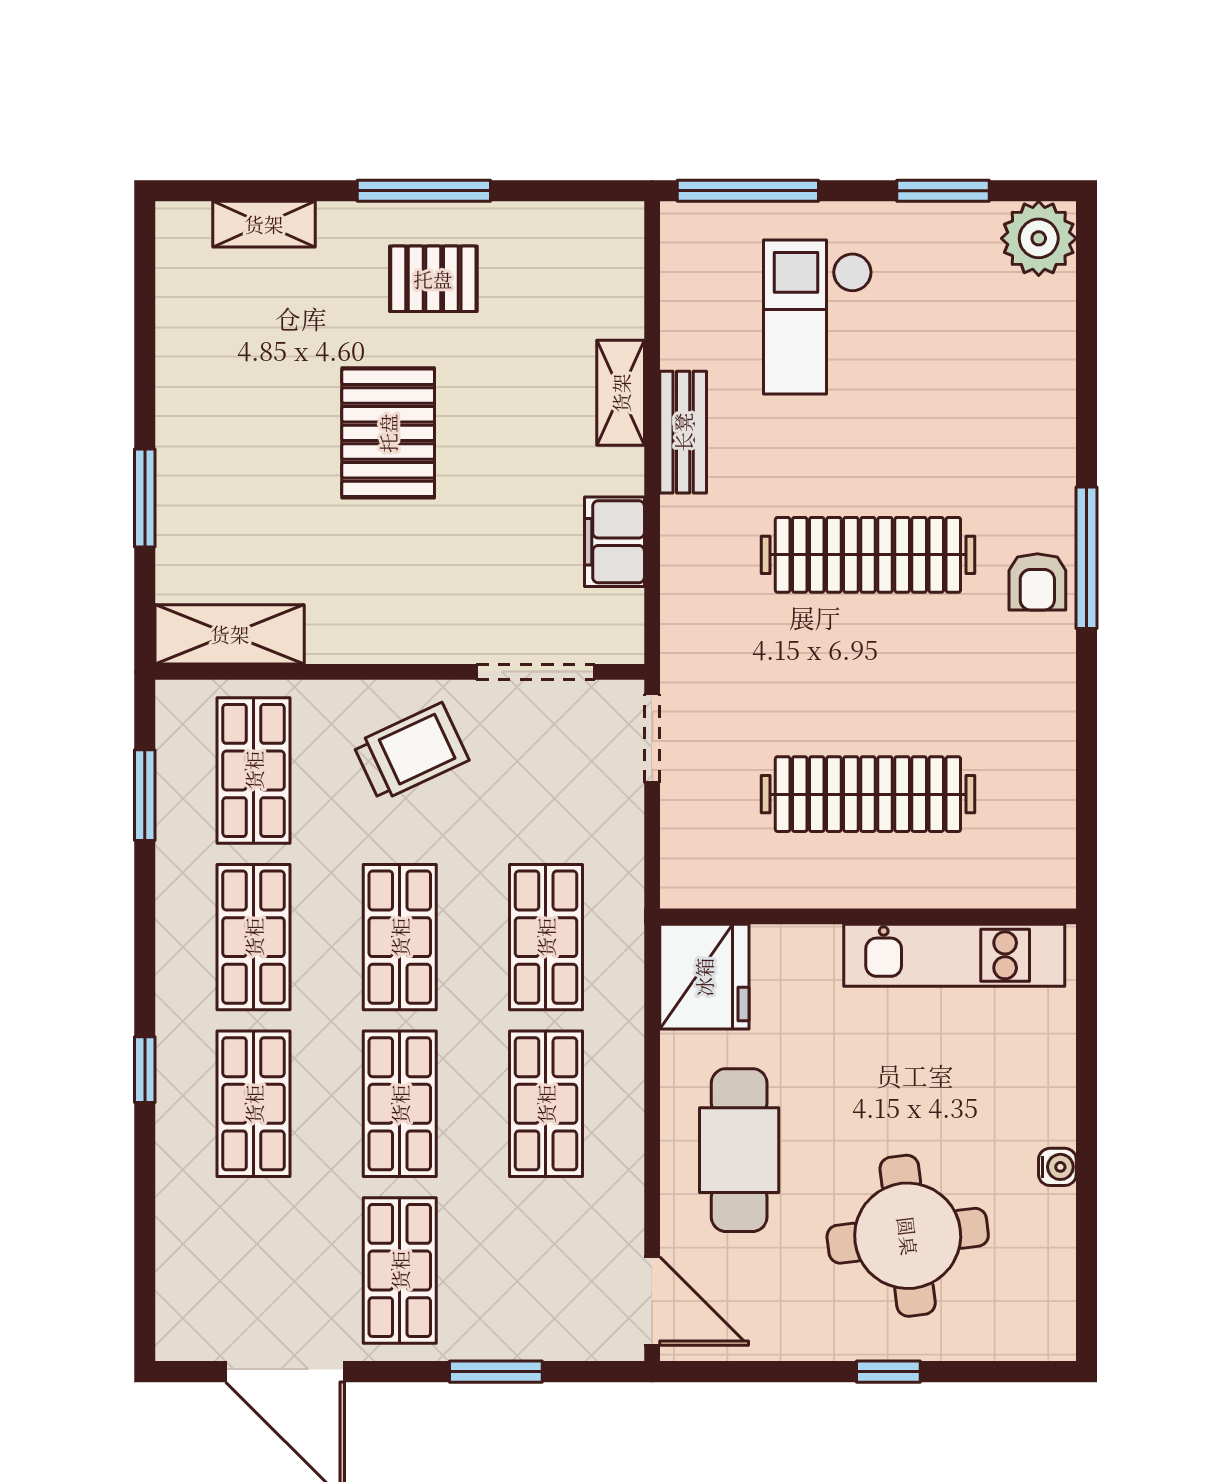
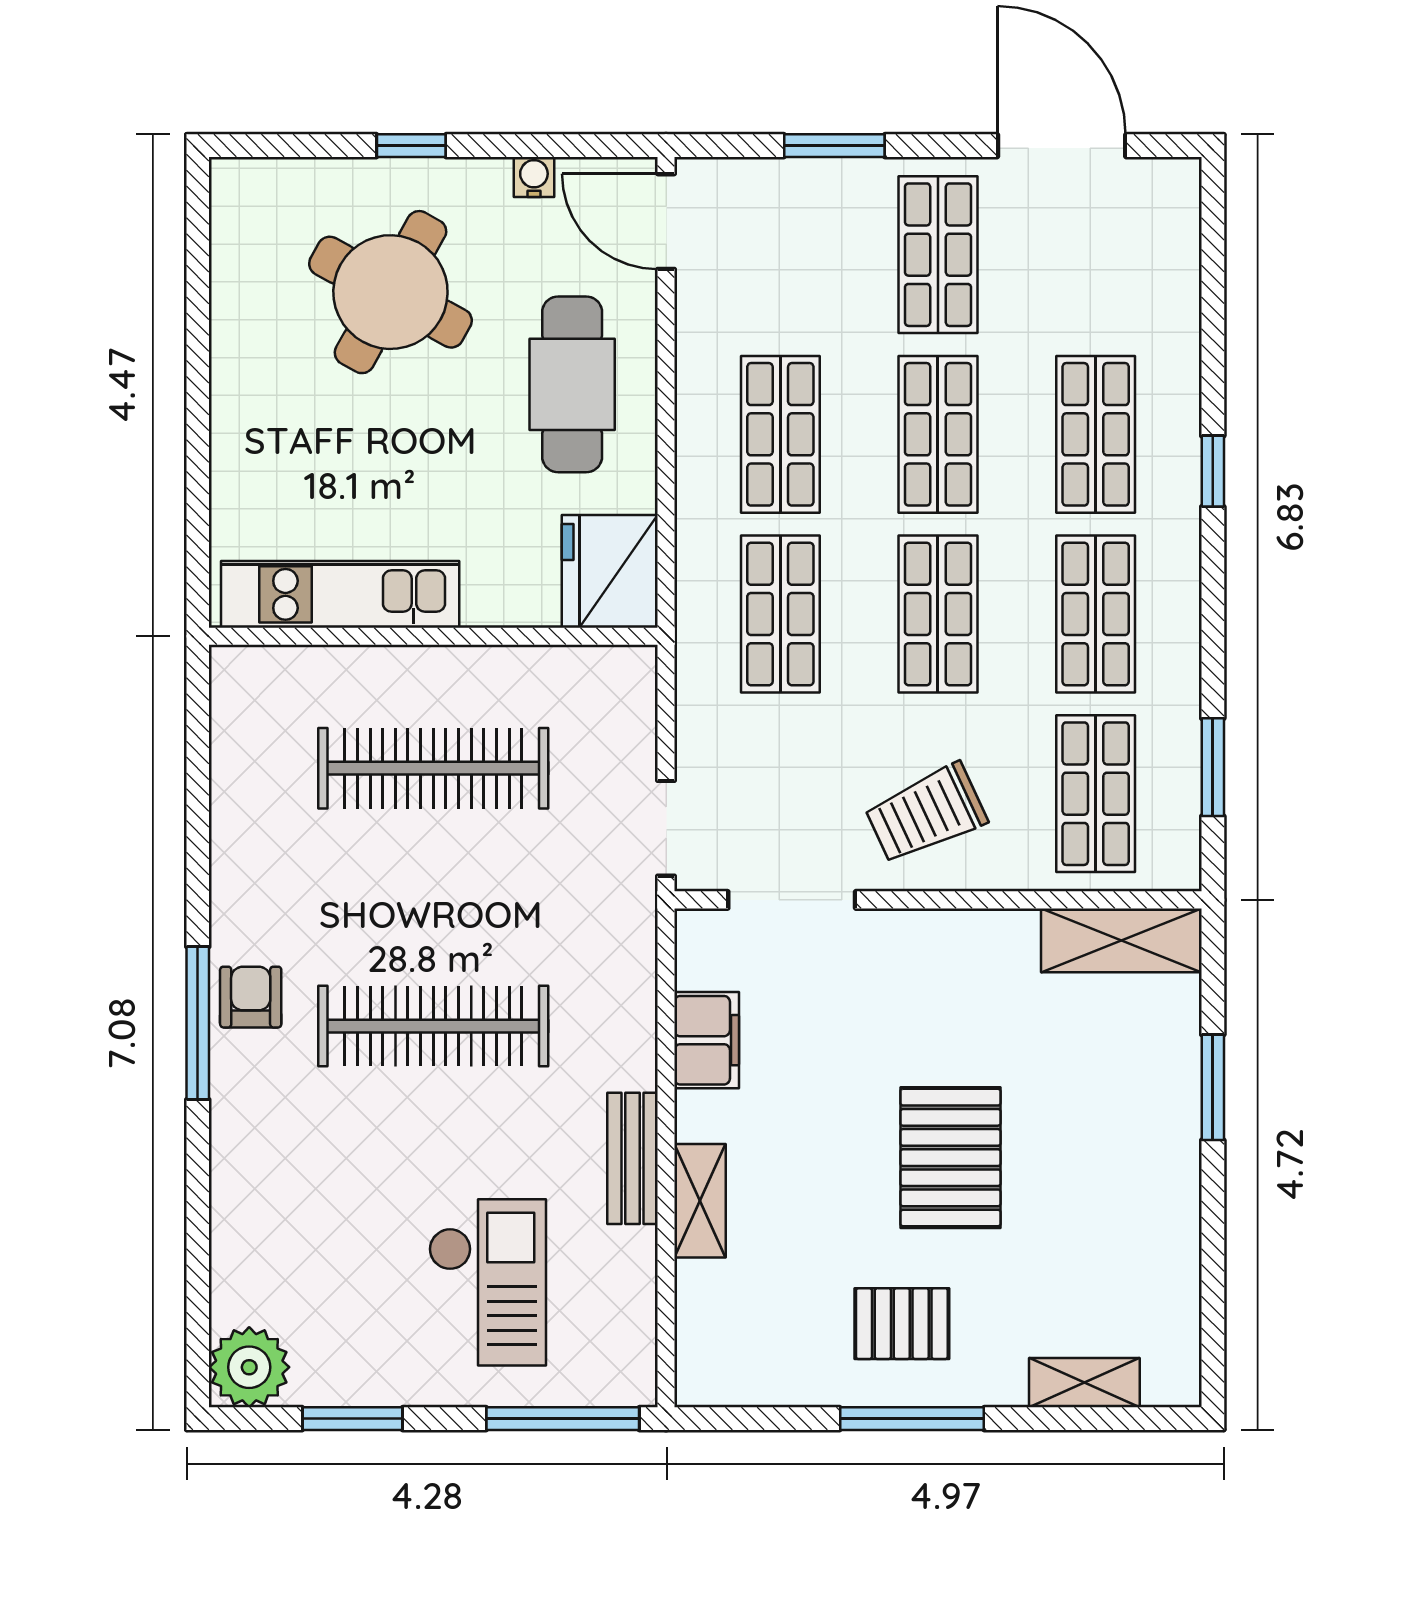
water cooler: (1057, 1167) -> (534, 177), moved, turned 90
round table: (908, 1236) -> (390, 292), turned 36

